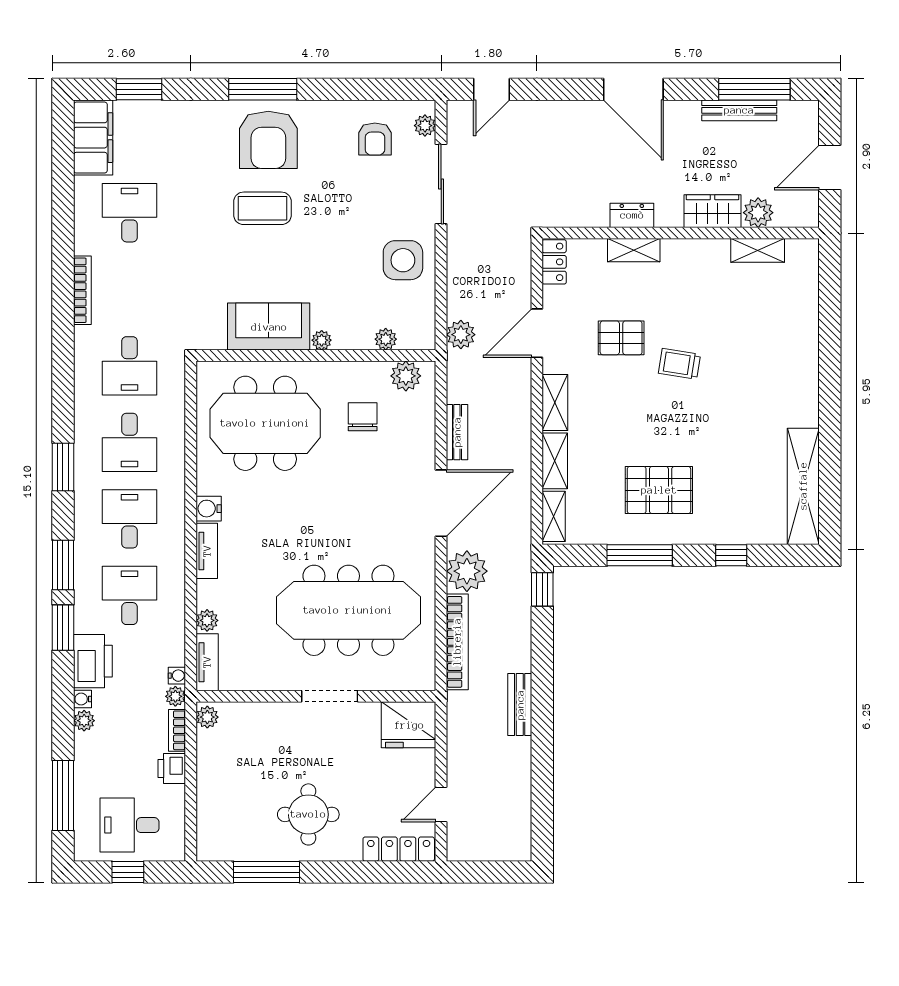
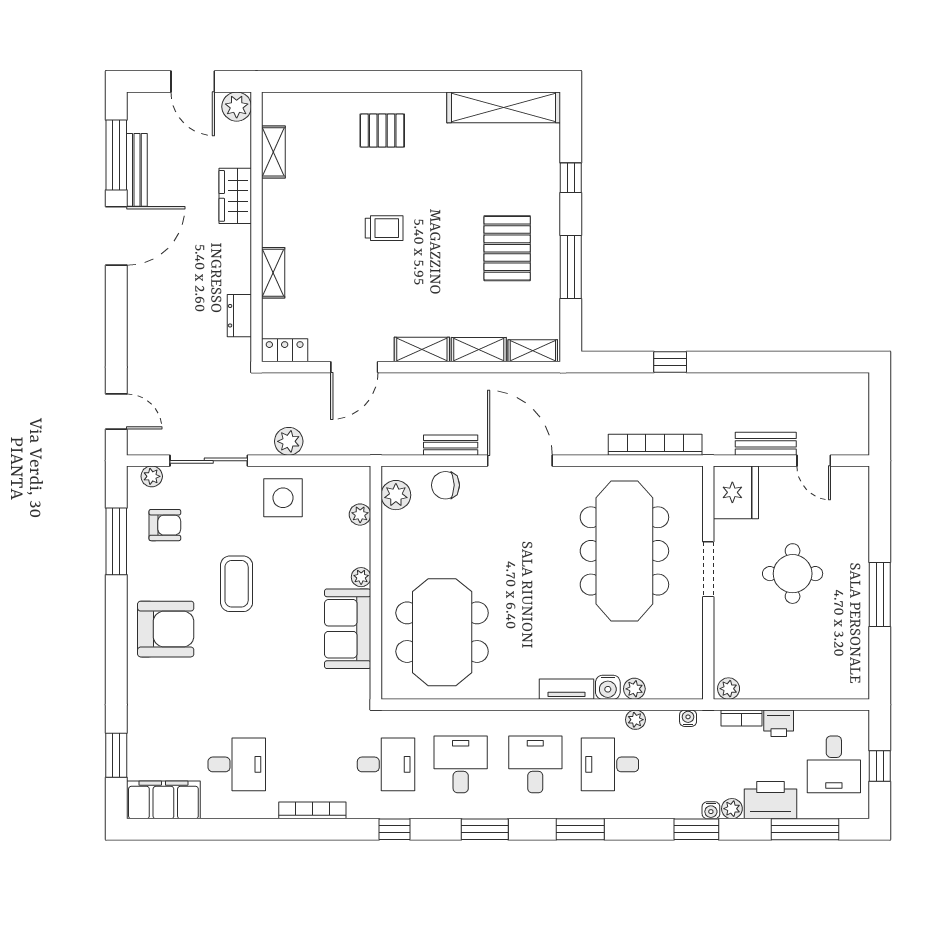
window: (263, 89) -> (116, 541), moved
door: (633, 89) -> (116, 236), moved
coffee table: (262, 208) -> (237, 584), moved
desk: (130, 213) -> (237, 764), turned 180
plant: (758, 213) -> (237, 107), moved
dresser: (632, 215) -> (239, 316), moved
door: (537, 333) -> (354, 367), hinge flipped
plant: (461, 335) -> (289, 441), moved
pallet: (621, 338) -> (382, 131), moved, turned 90
trolley: (679, 364) -> (384, 228), turned -99
window: (63, 374) -> (394, 829), added
chair: (363, 417) -> (445, 485), moved
desk: (130, 442) -> (461, 764), turned -90
water cooler: (209, 509) -> (608, 687), moved
desk: (130, 519) -> (535, 764), turned 90
plant: (467, 571) -> (586, 435), removed
window: (542, 589) -> (670, 362), moved
window: (63, 628) -> (696, 829), moved
printer: (93, 661) -> (770, 800), moved
tv unit: (207, 662) -> (675, 689), removed
plant: (175, 696) -> (635, 720), moved
bench: (520, 705) -> (766, 444), moved
round table: (308, 814) -> (793, 574), moved
locker: (399, 849) -> (857, 502), removed
window: (266, 872) -> (880, 594), moved

